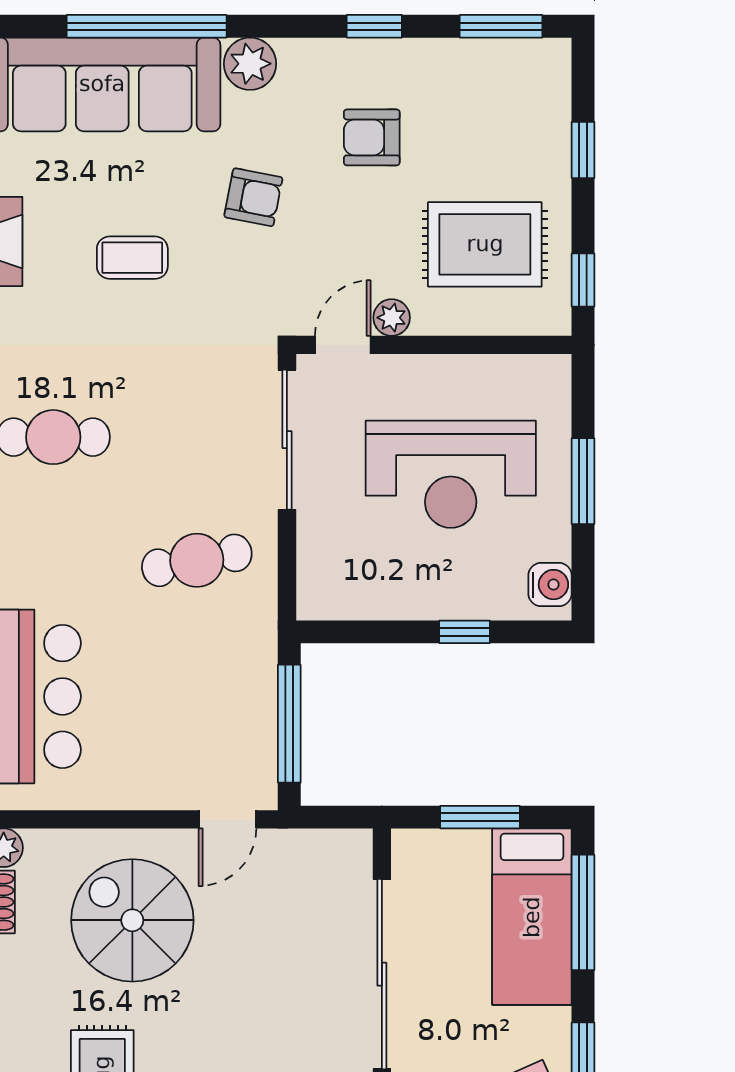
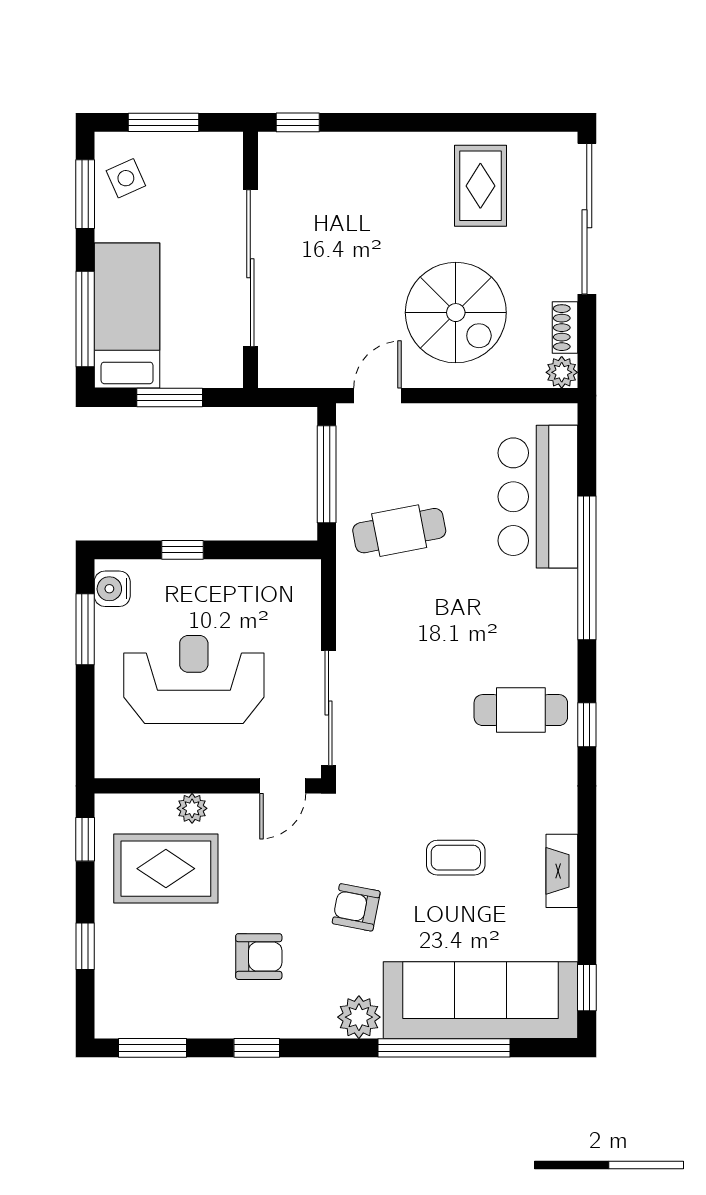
plant: (392, 318) -> (192, 808), moved
window: (583, 481) -> (85, 629), moved
cafe table: (197, 560) -> (399, 531), moved

